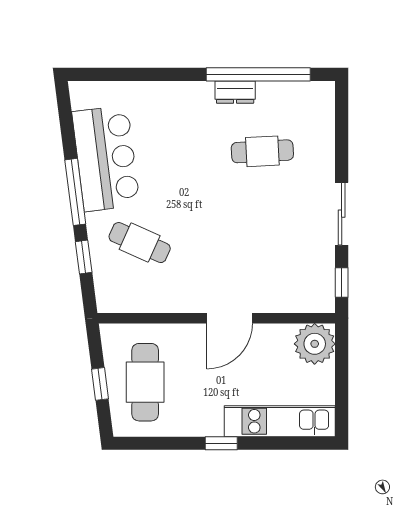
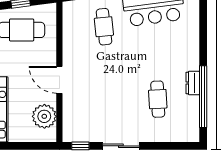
cafe table: (140, 243) -> (104, 27), turned -30
plant: (315, 344) -> (44, 116), moved

